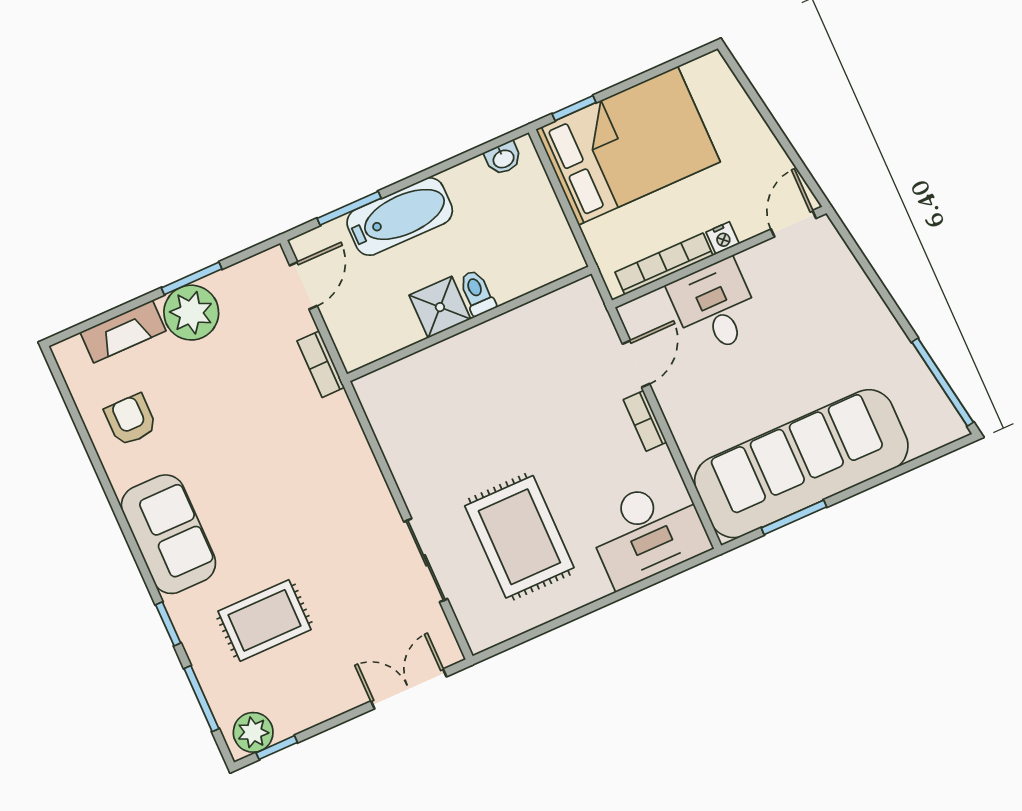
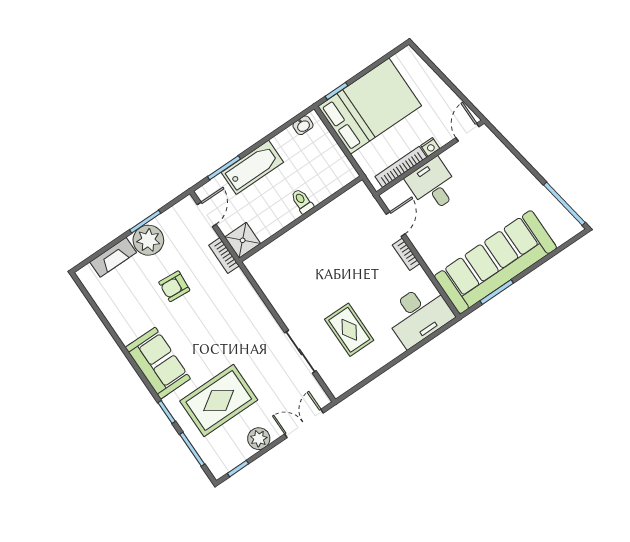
shower: (440, 307) -> (243, 240), moved
armchair: (131, 420) -> (174, 286), moved, turned -86
rug: (519, 537) -> (349, 330), width x0.73, depth x0.70
rug: (264, 620) -> (219, 401), width x1.36, depth x1.43
plant: (253, 732) -> (259, 439), moved

